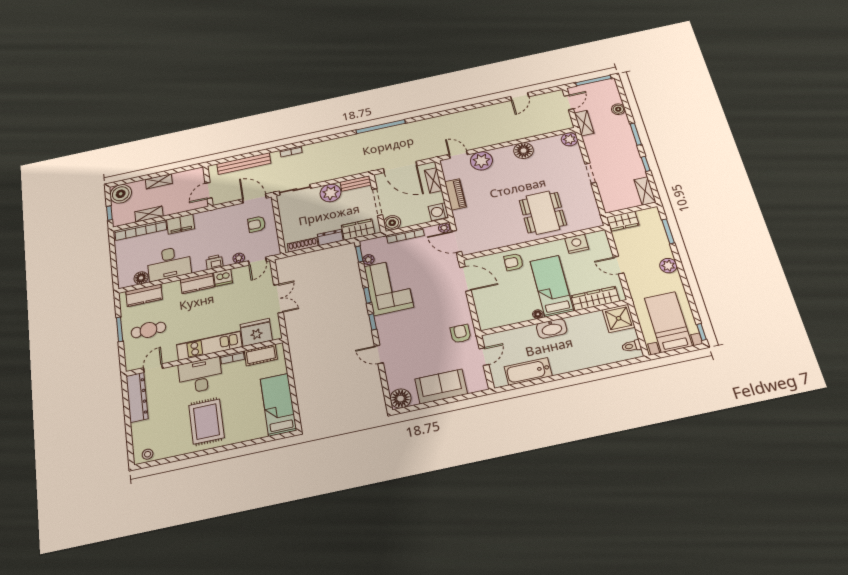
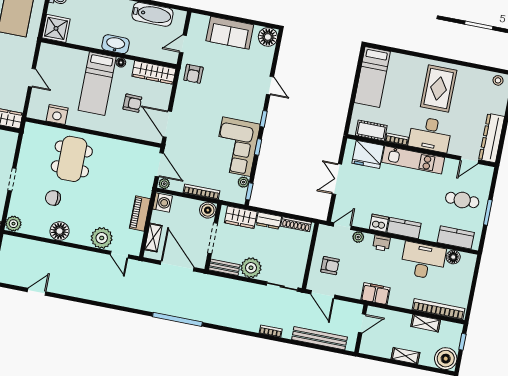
chair: (544, 174) -> (53, 198), added
filing cabinet: (181, 224) -> (376, 294), moved
armchair: (514, 262) -> (132, 103), moved
wardrobe: (595, 299) -> (154, 72), moved

